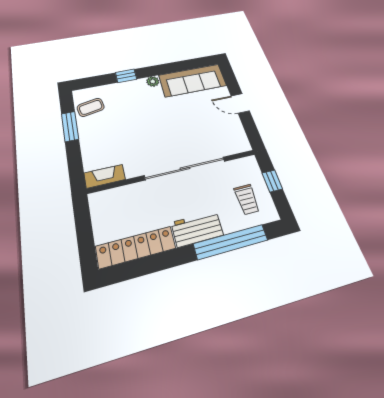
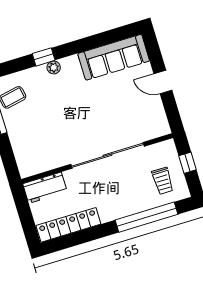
plant: (153, 81) -> (54, 67), moved
fireplace: (105, 176) -> (36, 167), removed
workbench: (197, 229) -> (45, 188), moved, turned 180

